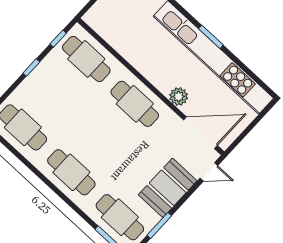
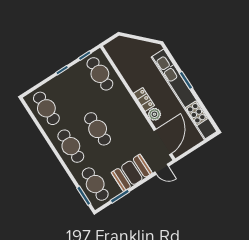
locker: (158, 79) -> (144, 99), added
cafe table: (135, 104) -> (98, 129), moved
door: (200, 133) -> (163, 142), hinge flipped

